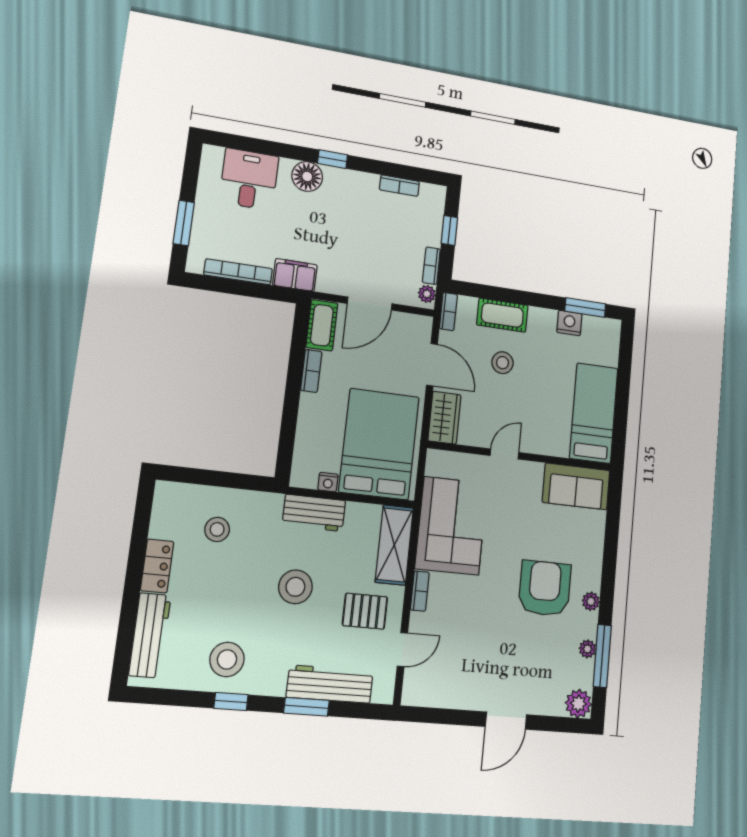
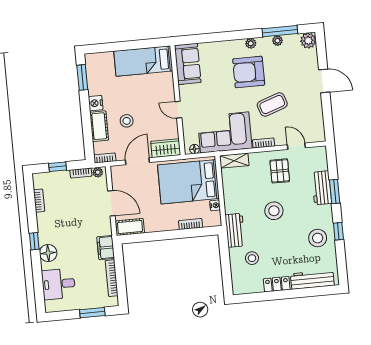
nightstand: (569, 323) -> (96, 103), moved
bookcase: (311, 371) -> (191, 224), moved
floor lamp: (433, 467) -> (194, 149), added
workbench: (314, 513) -> (235, 230), moved
shelving: (394, 545) -> (234, 161), width x0.67, depth x0.75
coffee table: (483, 619) -> (272, 104), added
workbench: (330, 684) -> (322, 188), width x0.73

